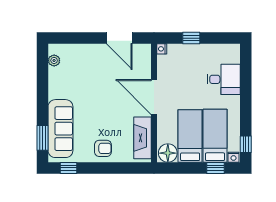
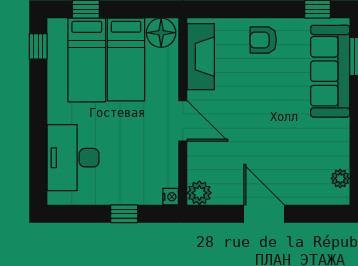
door: (119, 38) -> (264, 214), moved
plant: (144, 51) -> (199, 193), added
desk: (224, 79) -> (73, 158), width x1.37
door: (154, 97) -> (183, 121), width x0.73
nightstand: (233, 157) -> (58, 26), removed

